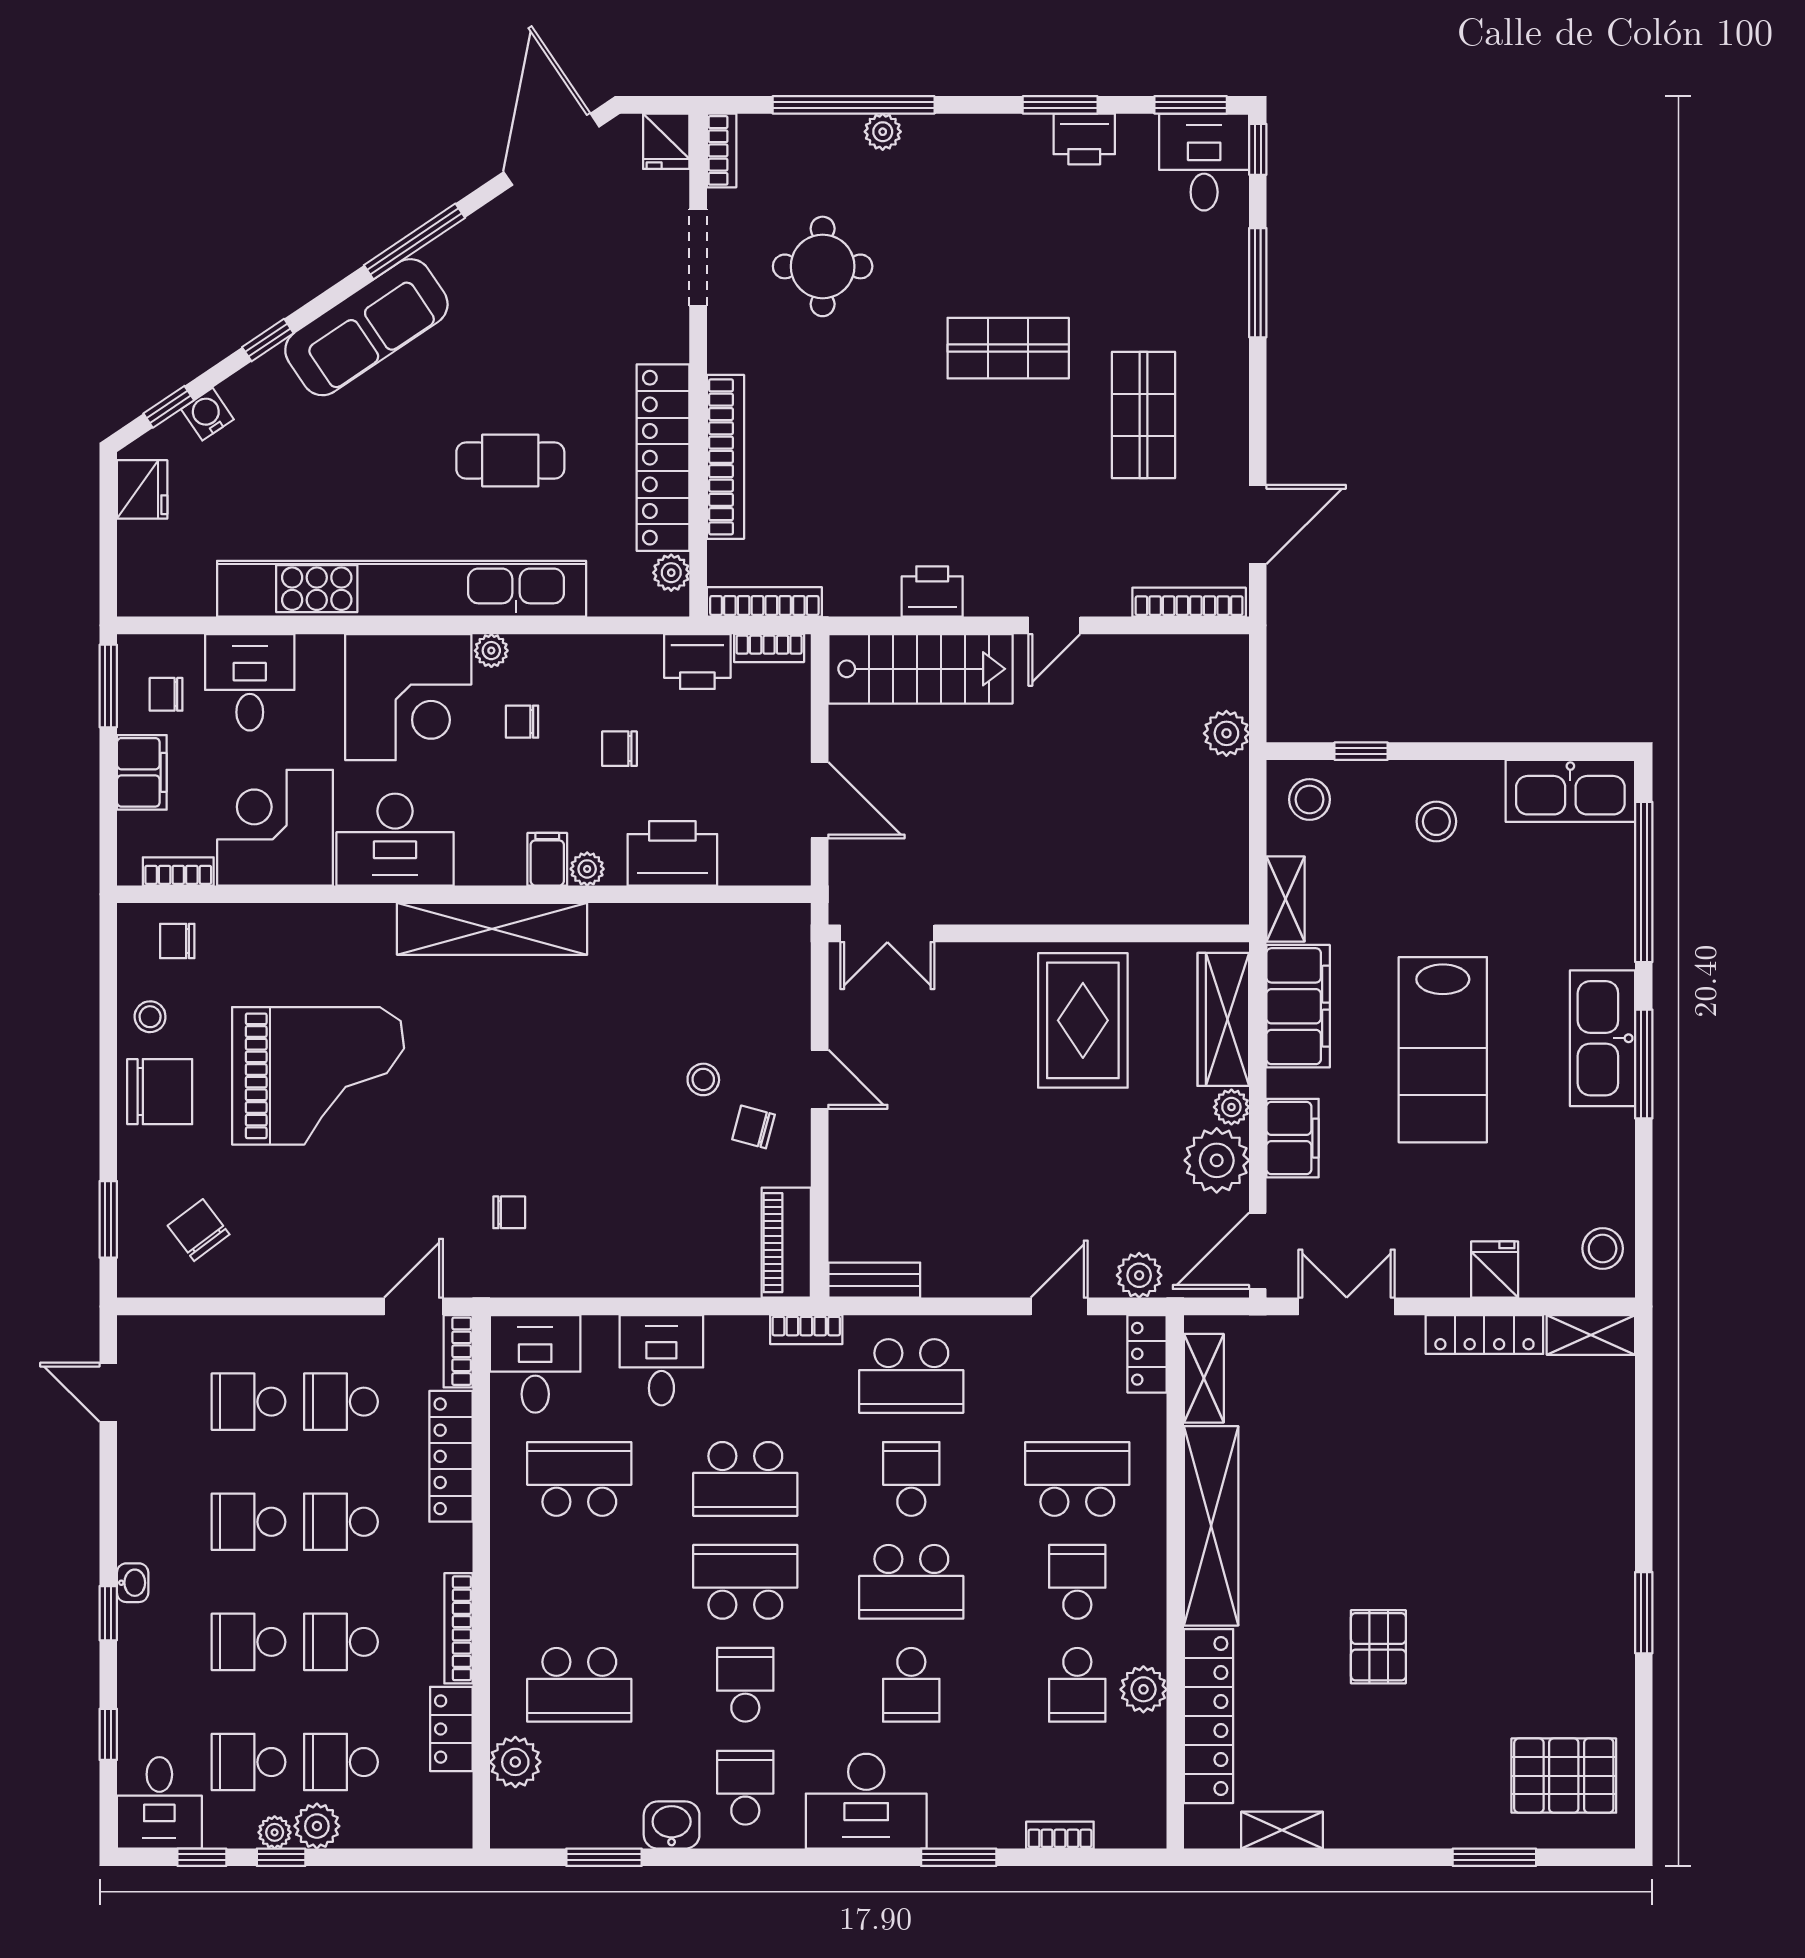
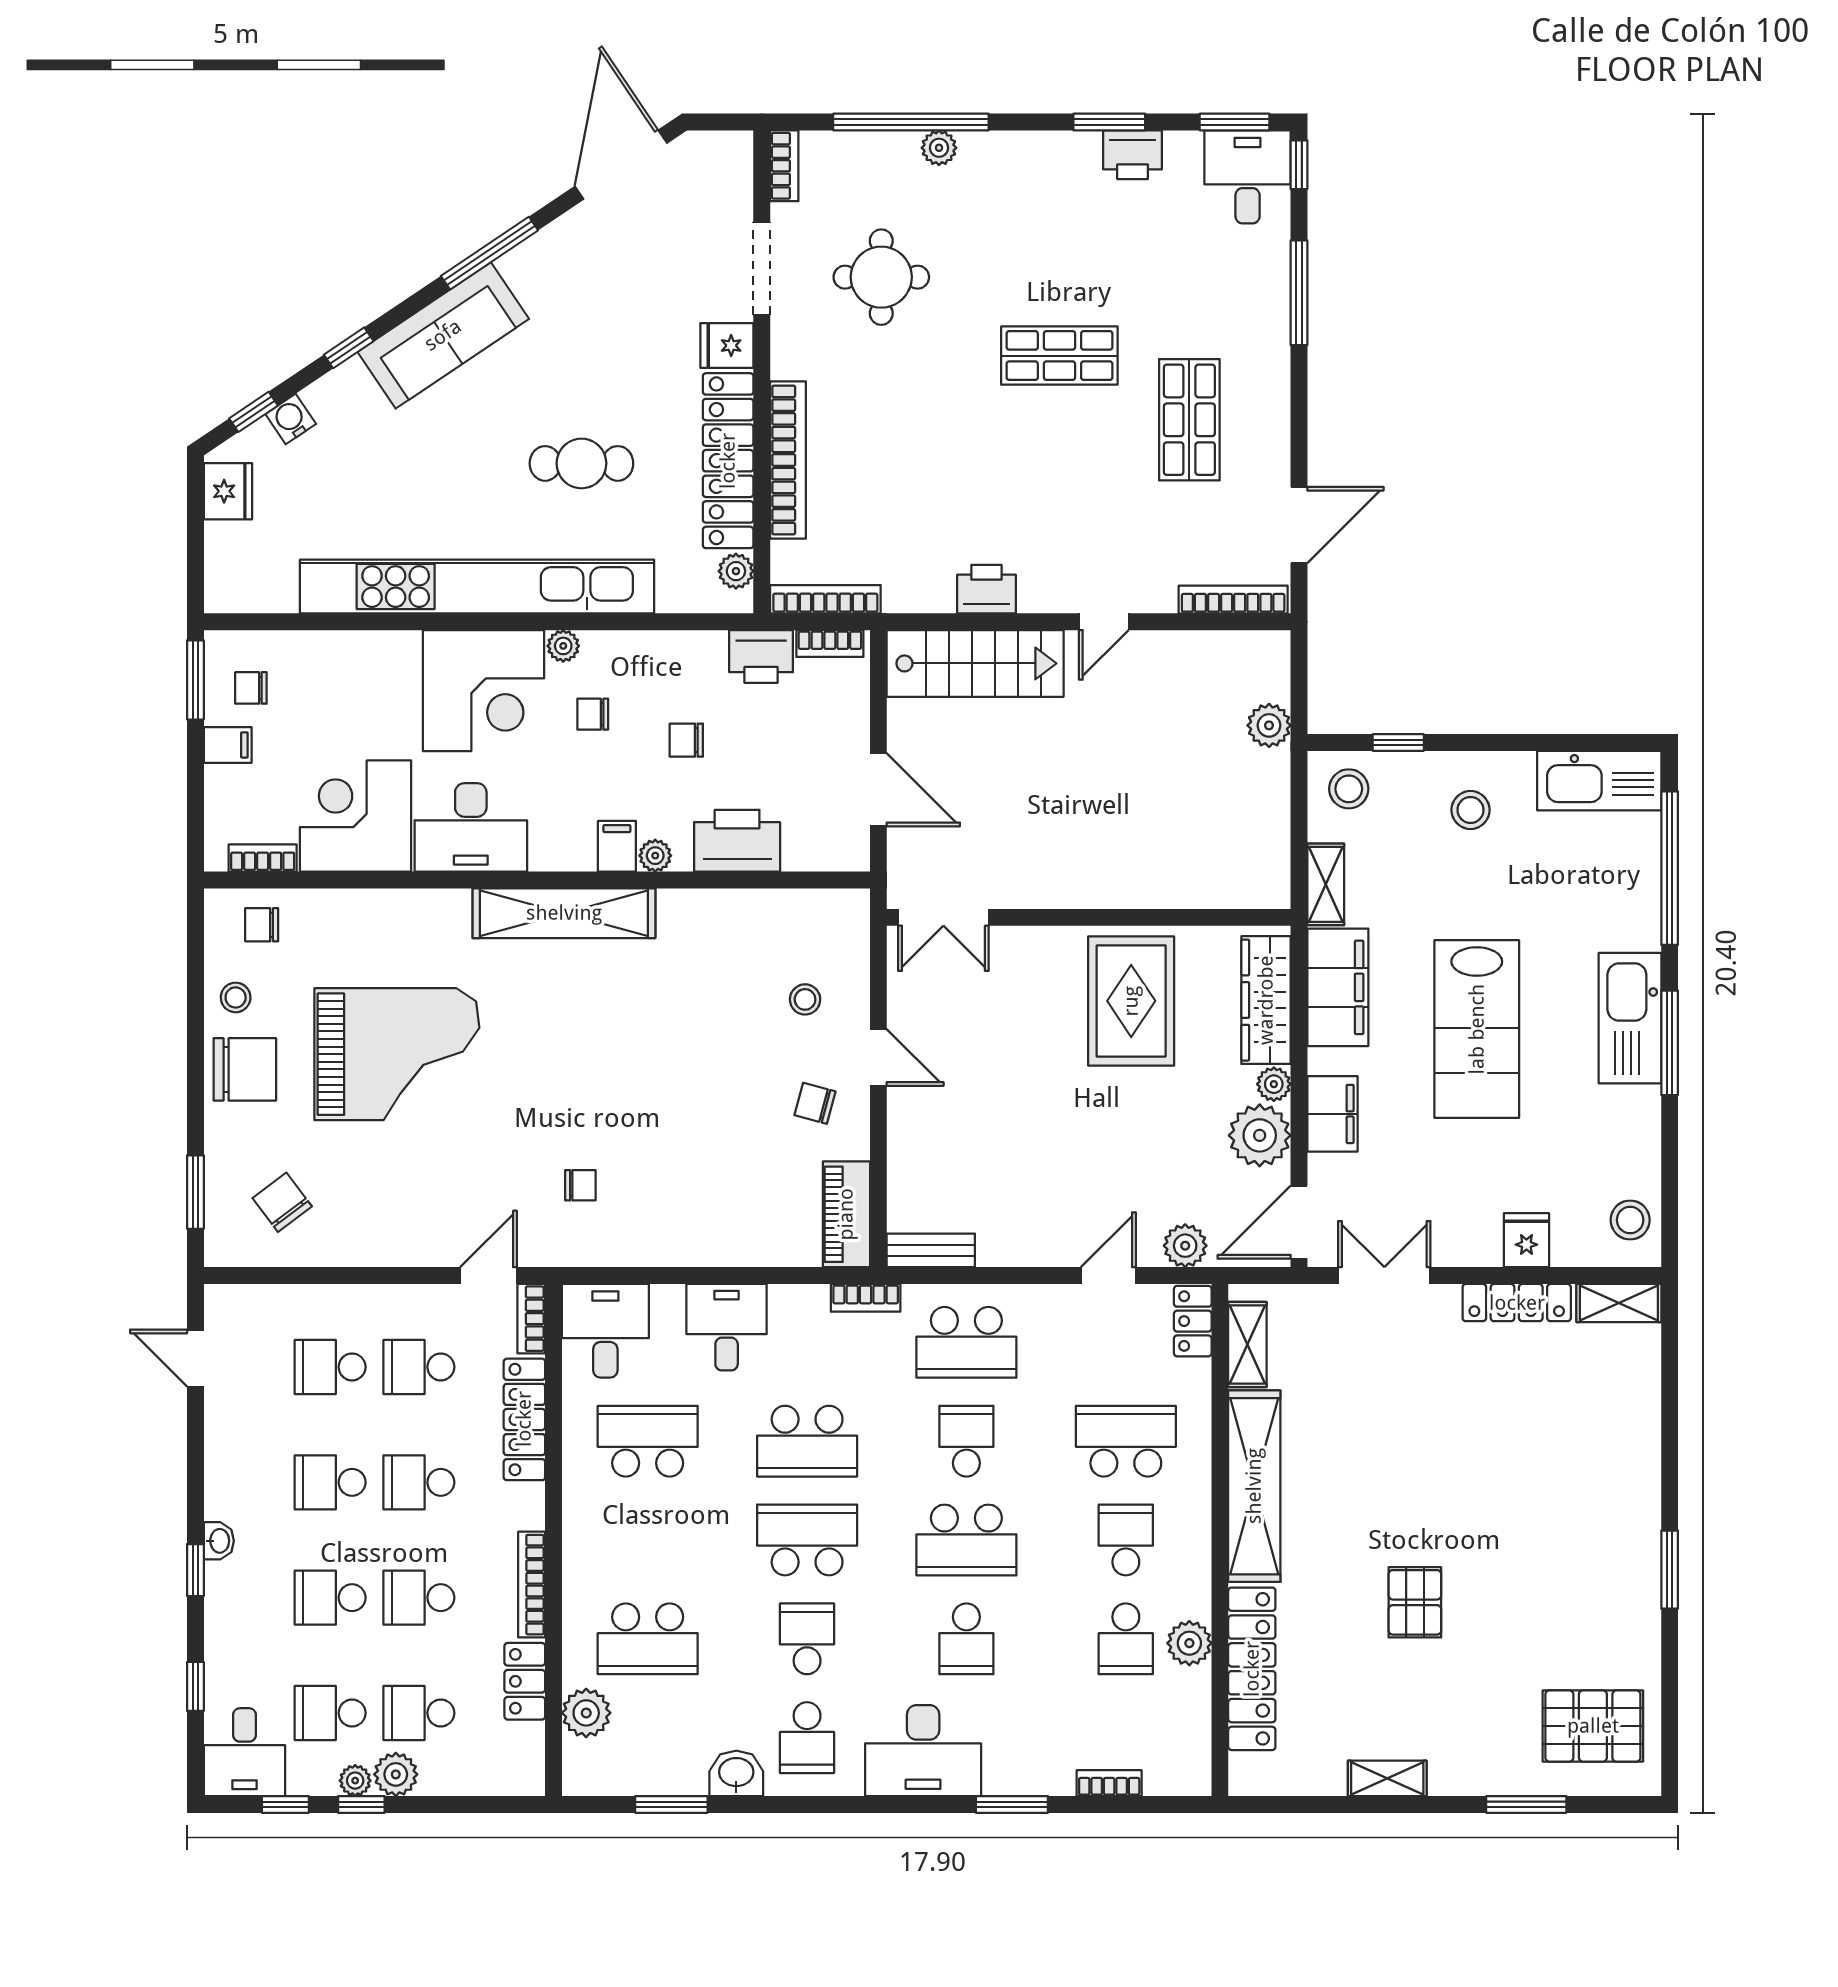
fridge: (666, 141) -> (727, 346), moved, turned 90
desk: (250, 682) -> (331, 676), removed
filing cabinet: (142, 772) -> (228, 745), width x0.50
stool: (703, 1079) -> (805, 999), moved
school desk: (745, 1788) -> (807, 1738), turned 180
shelving: (1282, 1830) -> (1387, 1778), moved

